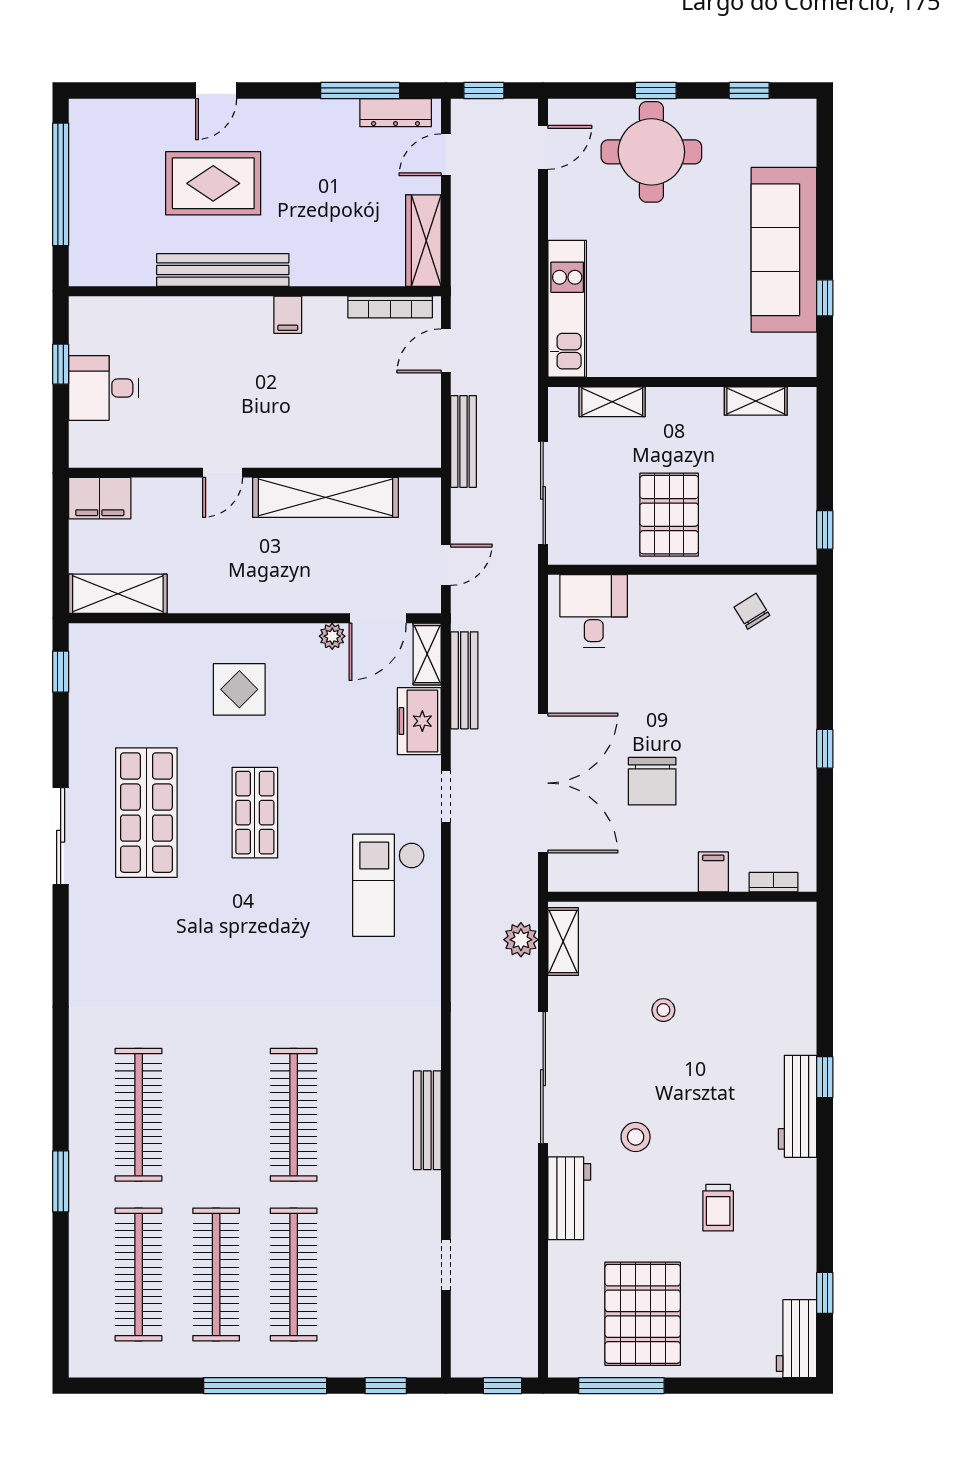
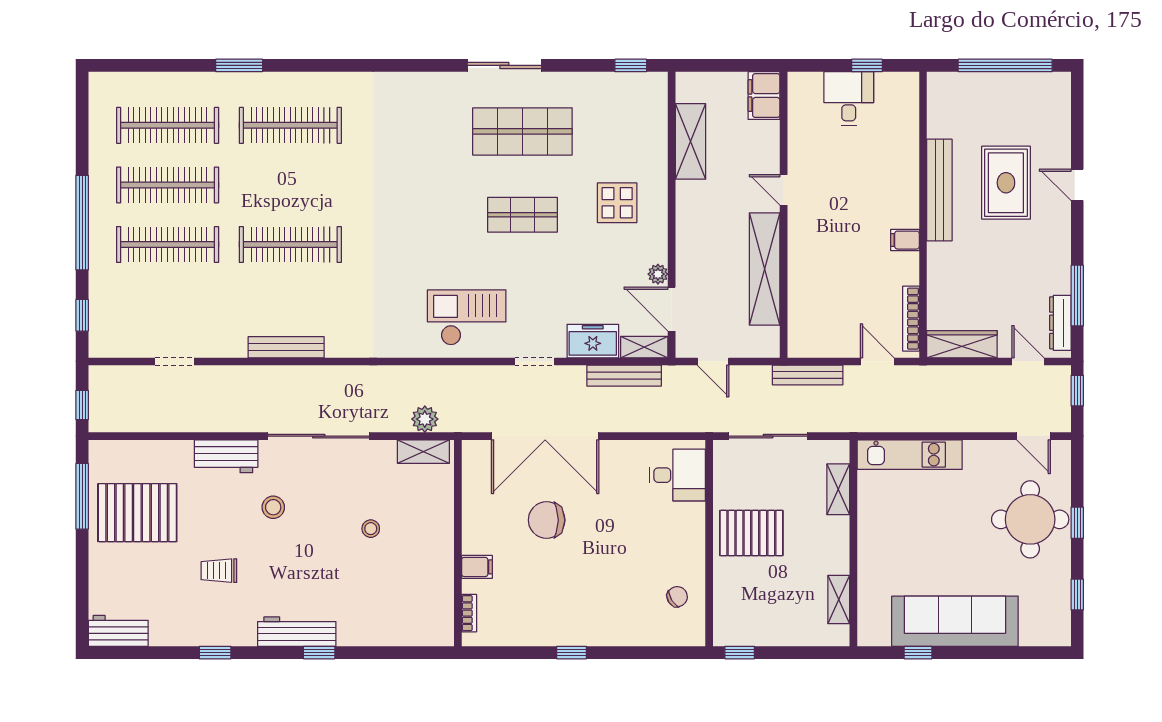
shelving: (118, 594) -> (691, 141), moved
window: (825, 1293) -> (215, 653), moved

